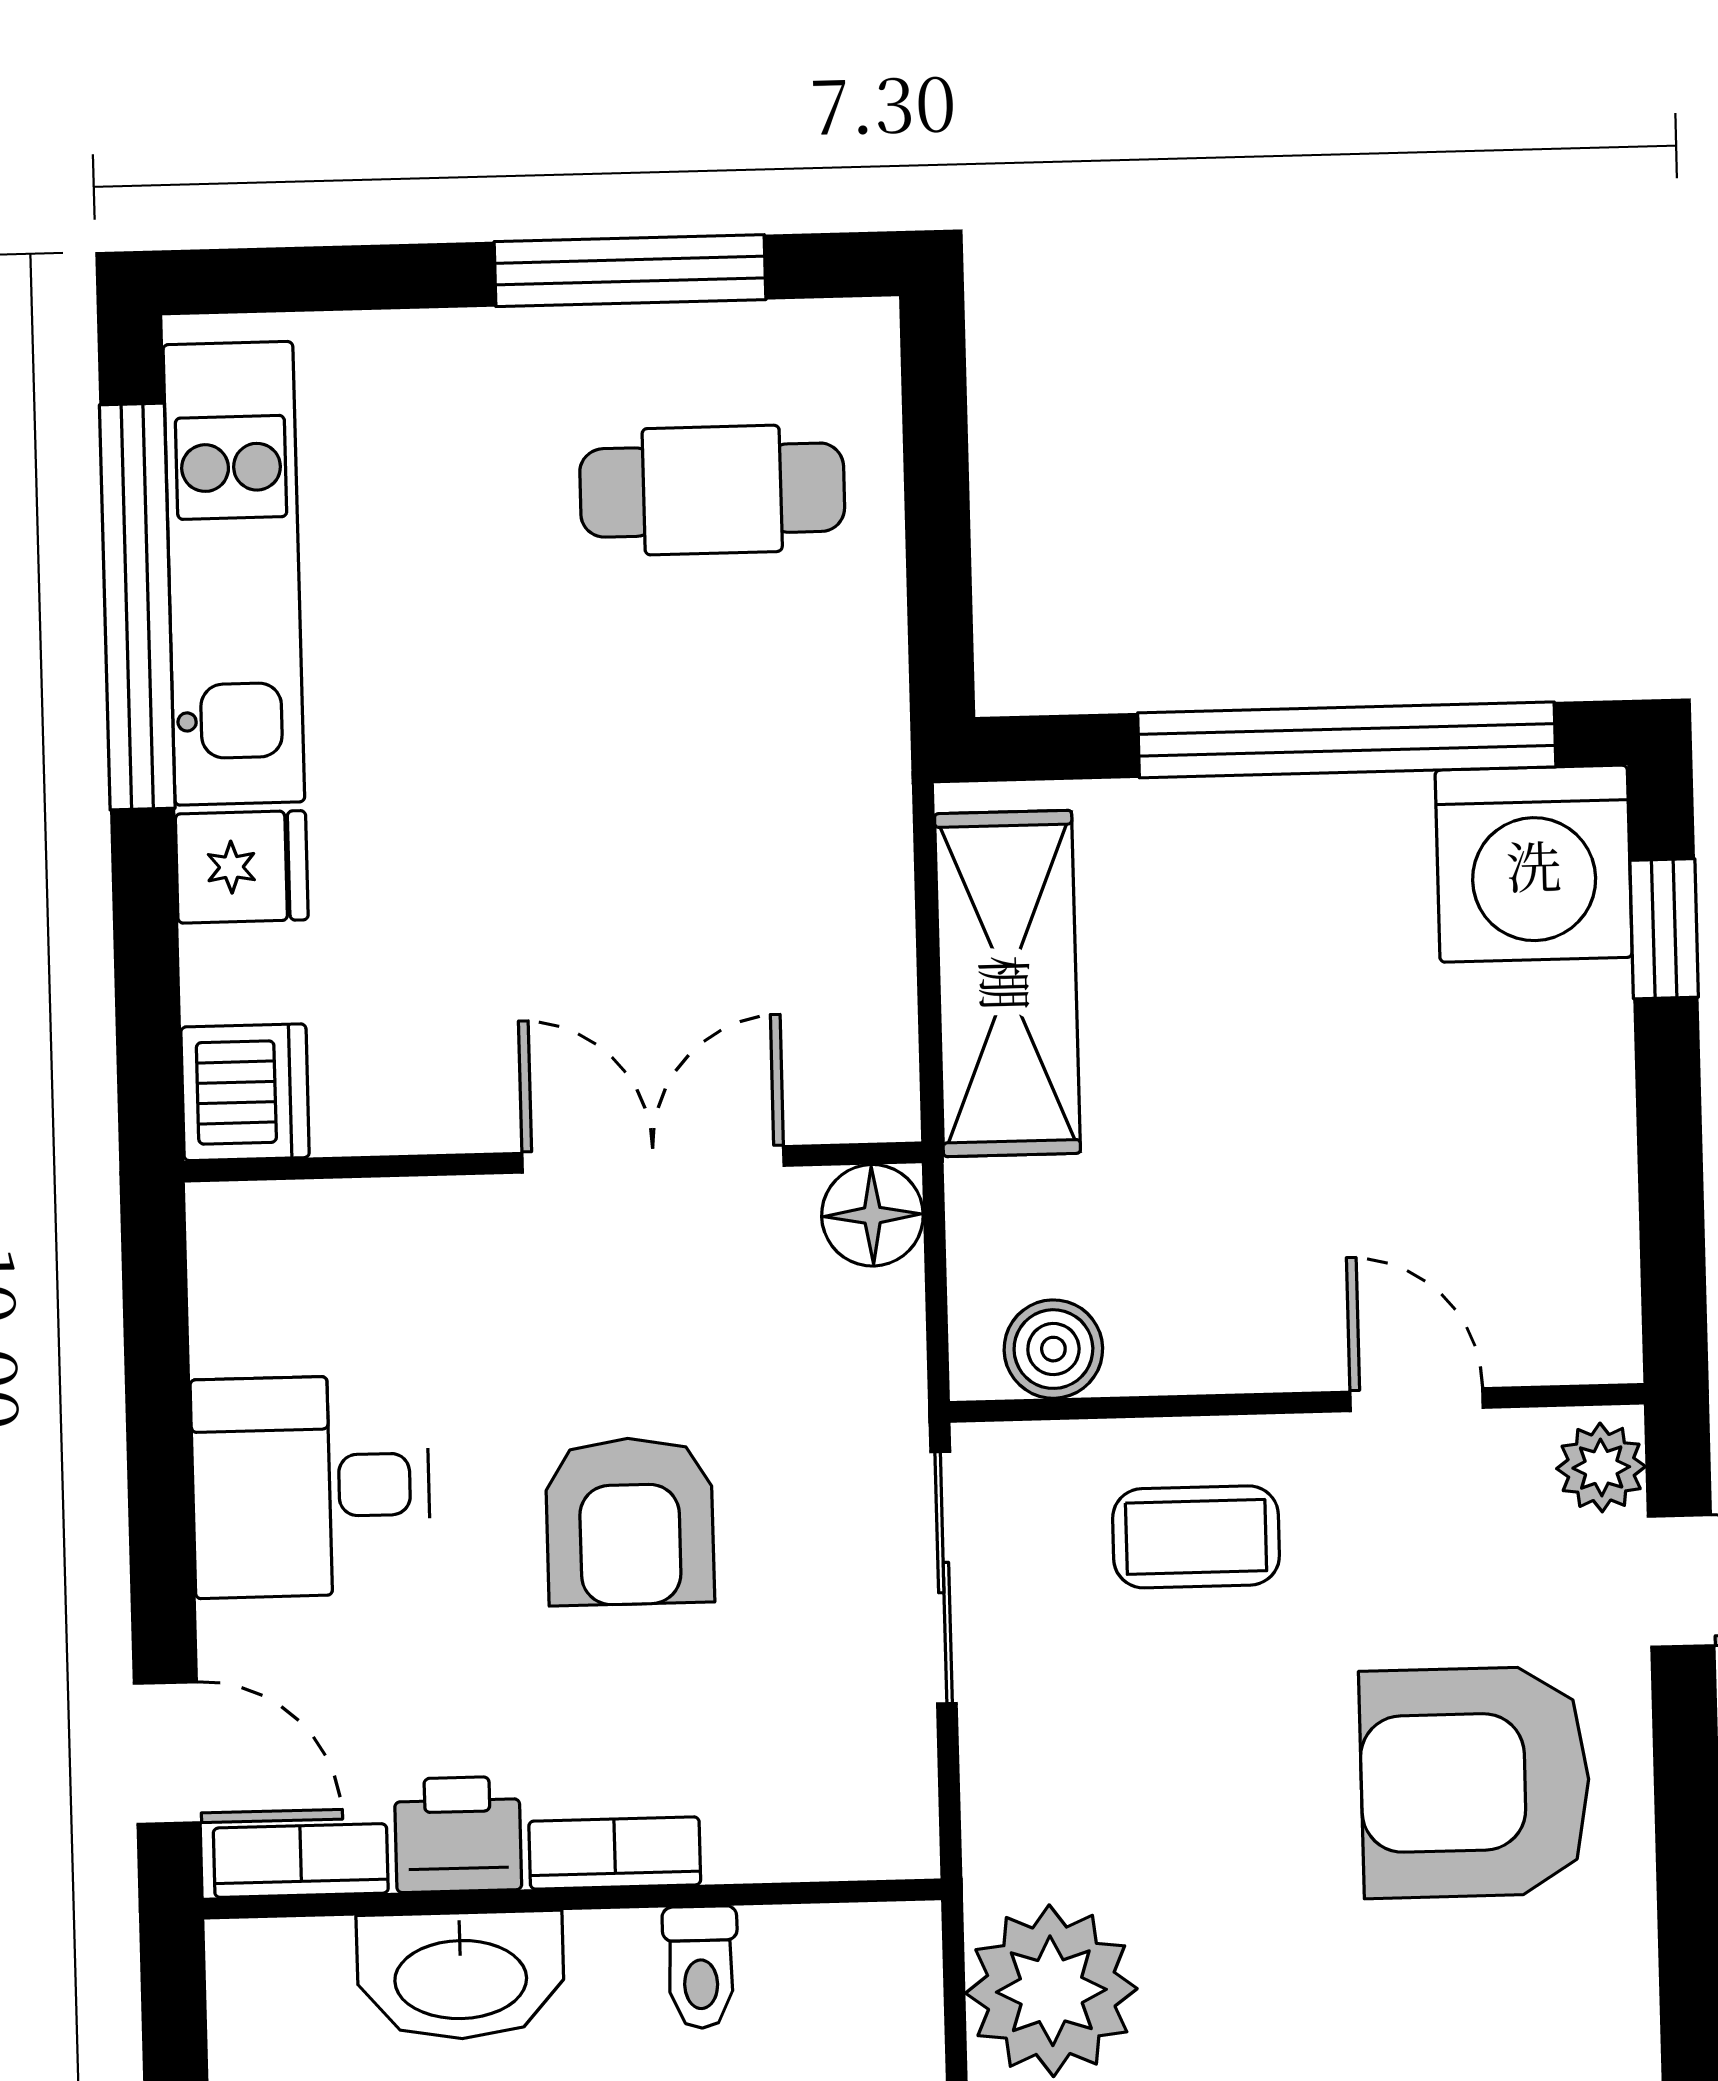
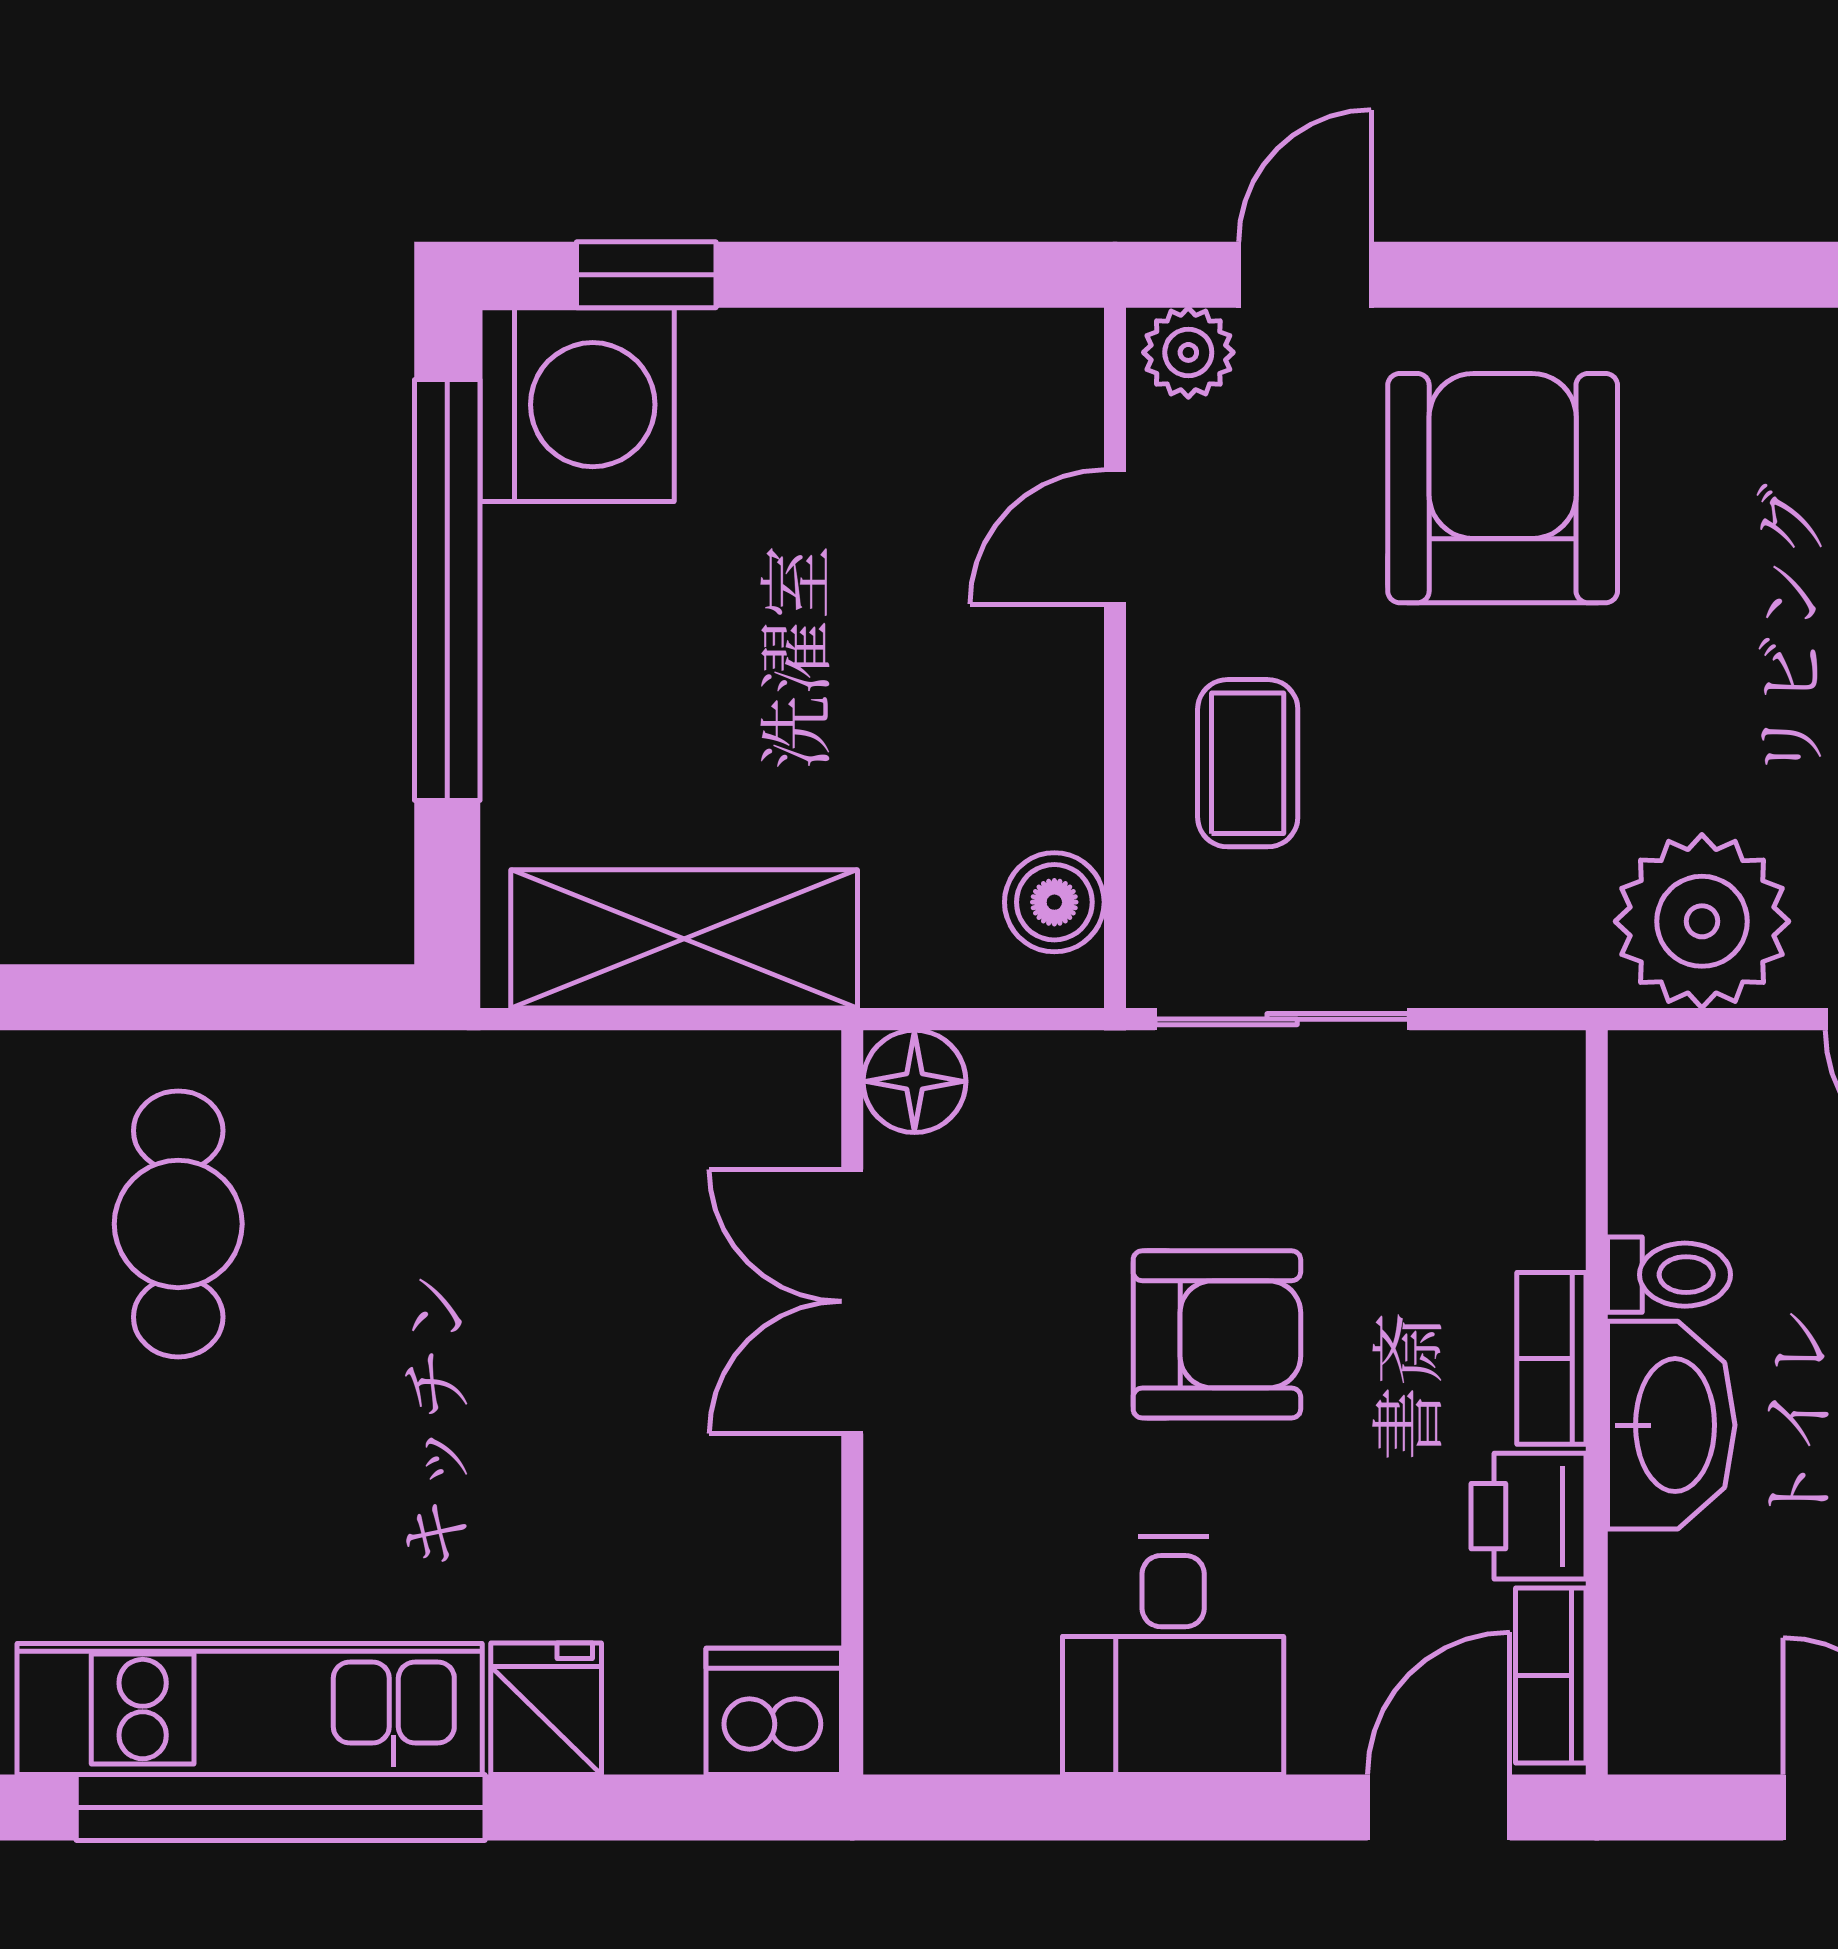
armchair: (1475, 1782) -> (1503, 488), turned 180
washbasin: (461, 1976) -> (1671, 1425), moved

